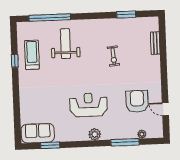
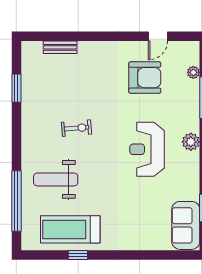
treadmill: (32, 55) -> (70, 229), width x1.37, depth x1.38
exercise bike: (113, 56) -> (76, 128), moved
armchair: (137, 101) -> (145, 78), turned 180

